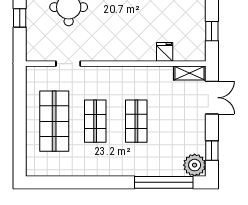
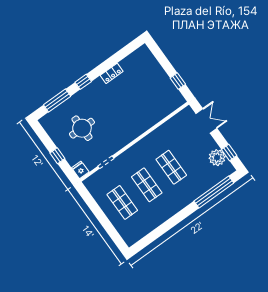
fridge: (165, 52) -> (80, 170), moved
shelving: (189, 73) -> (182, 116), removed
shop shelf: (54, 121) -> (122, 202), width x0.70, depth x0.74
plant: (195, 165) -> (217, 158), moved

